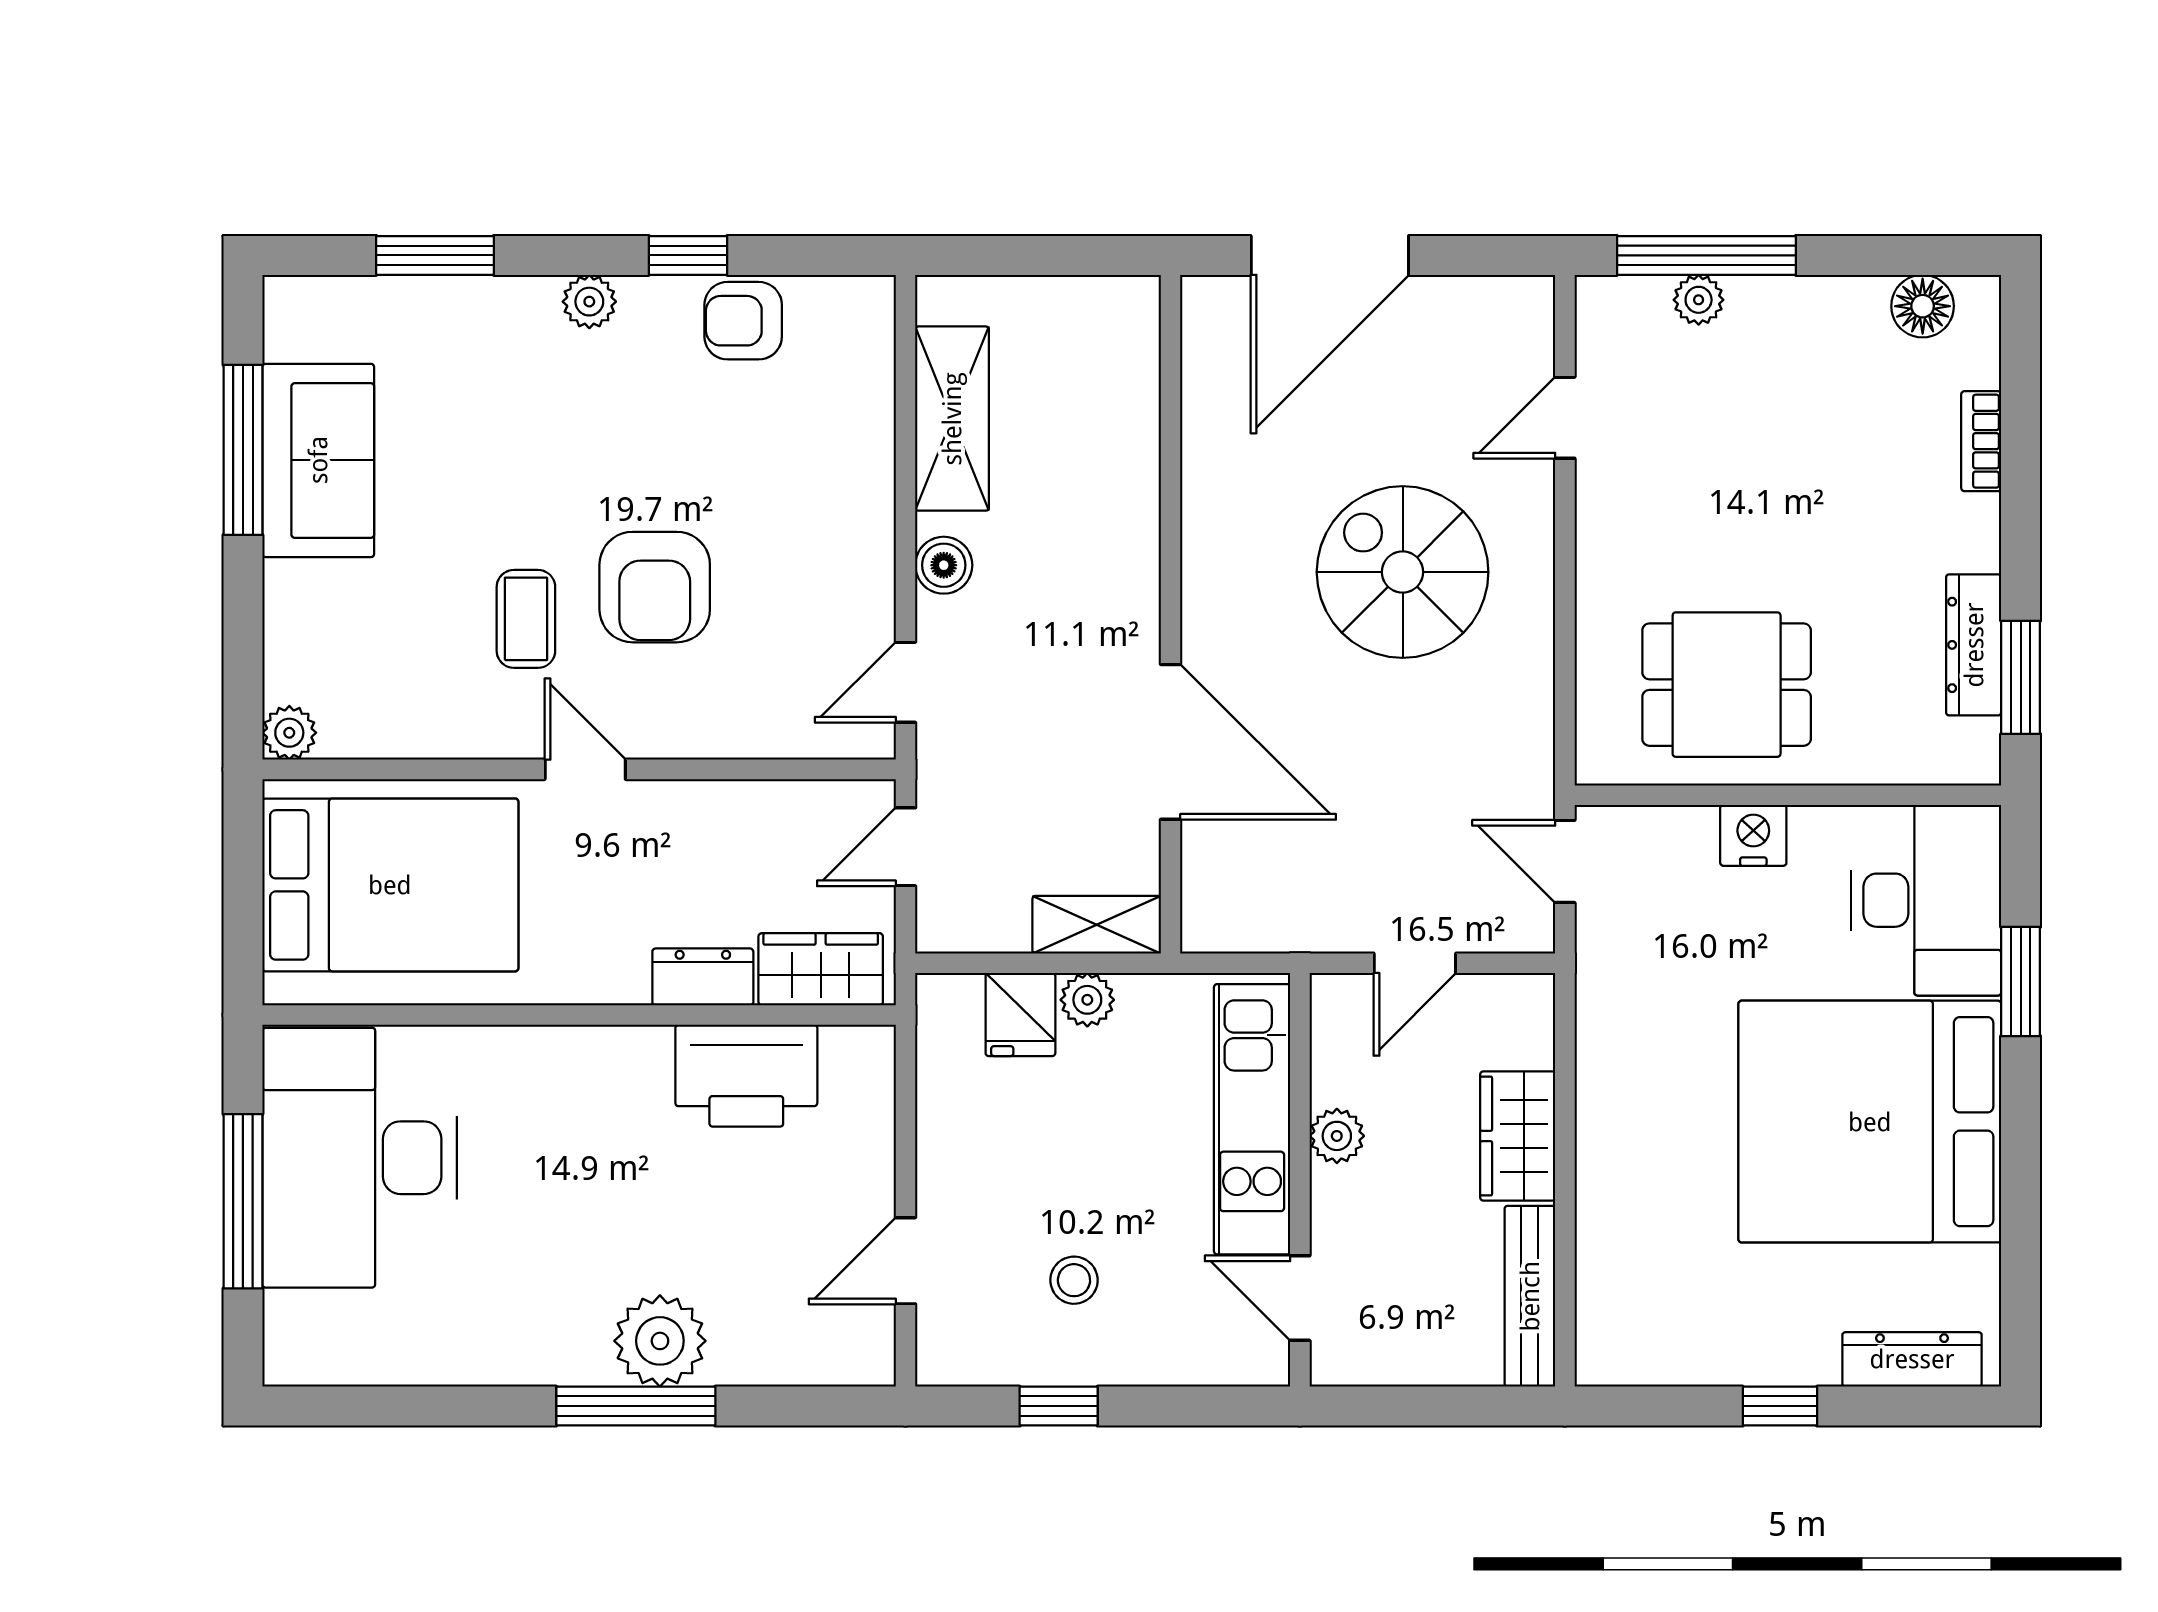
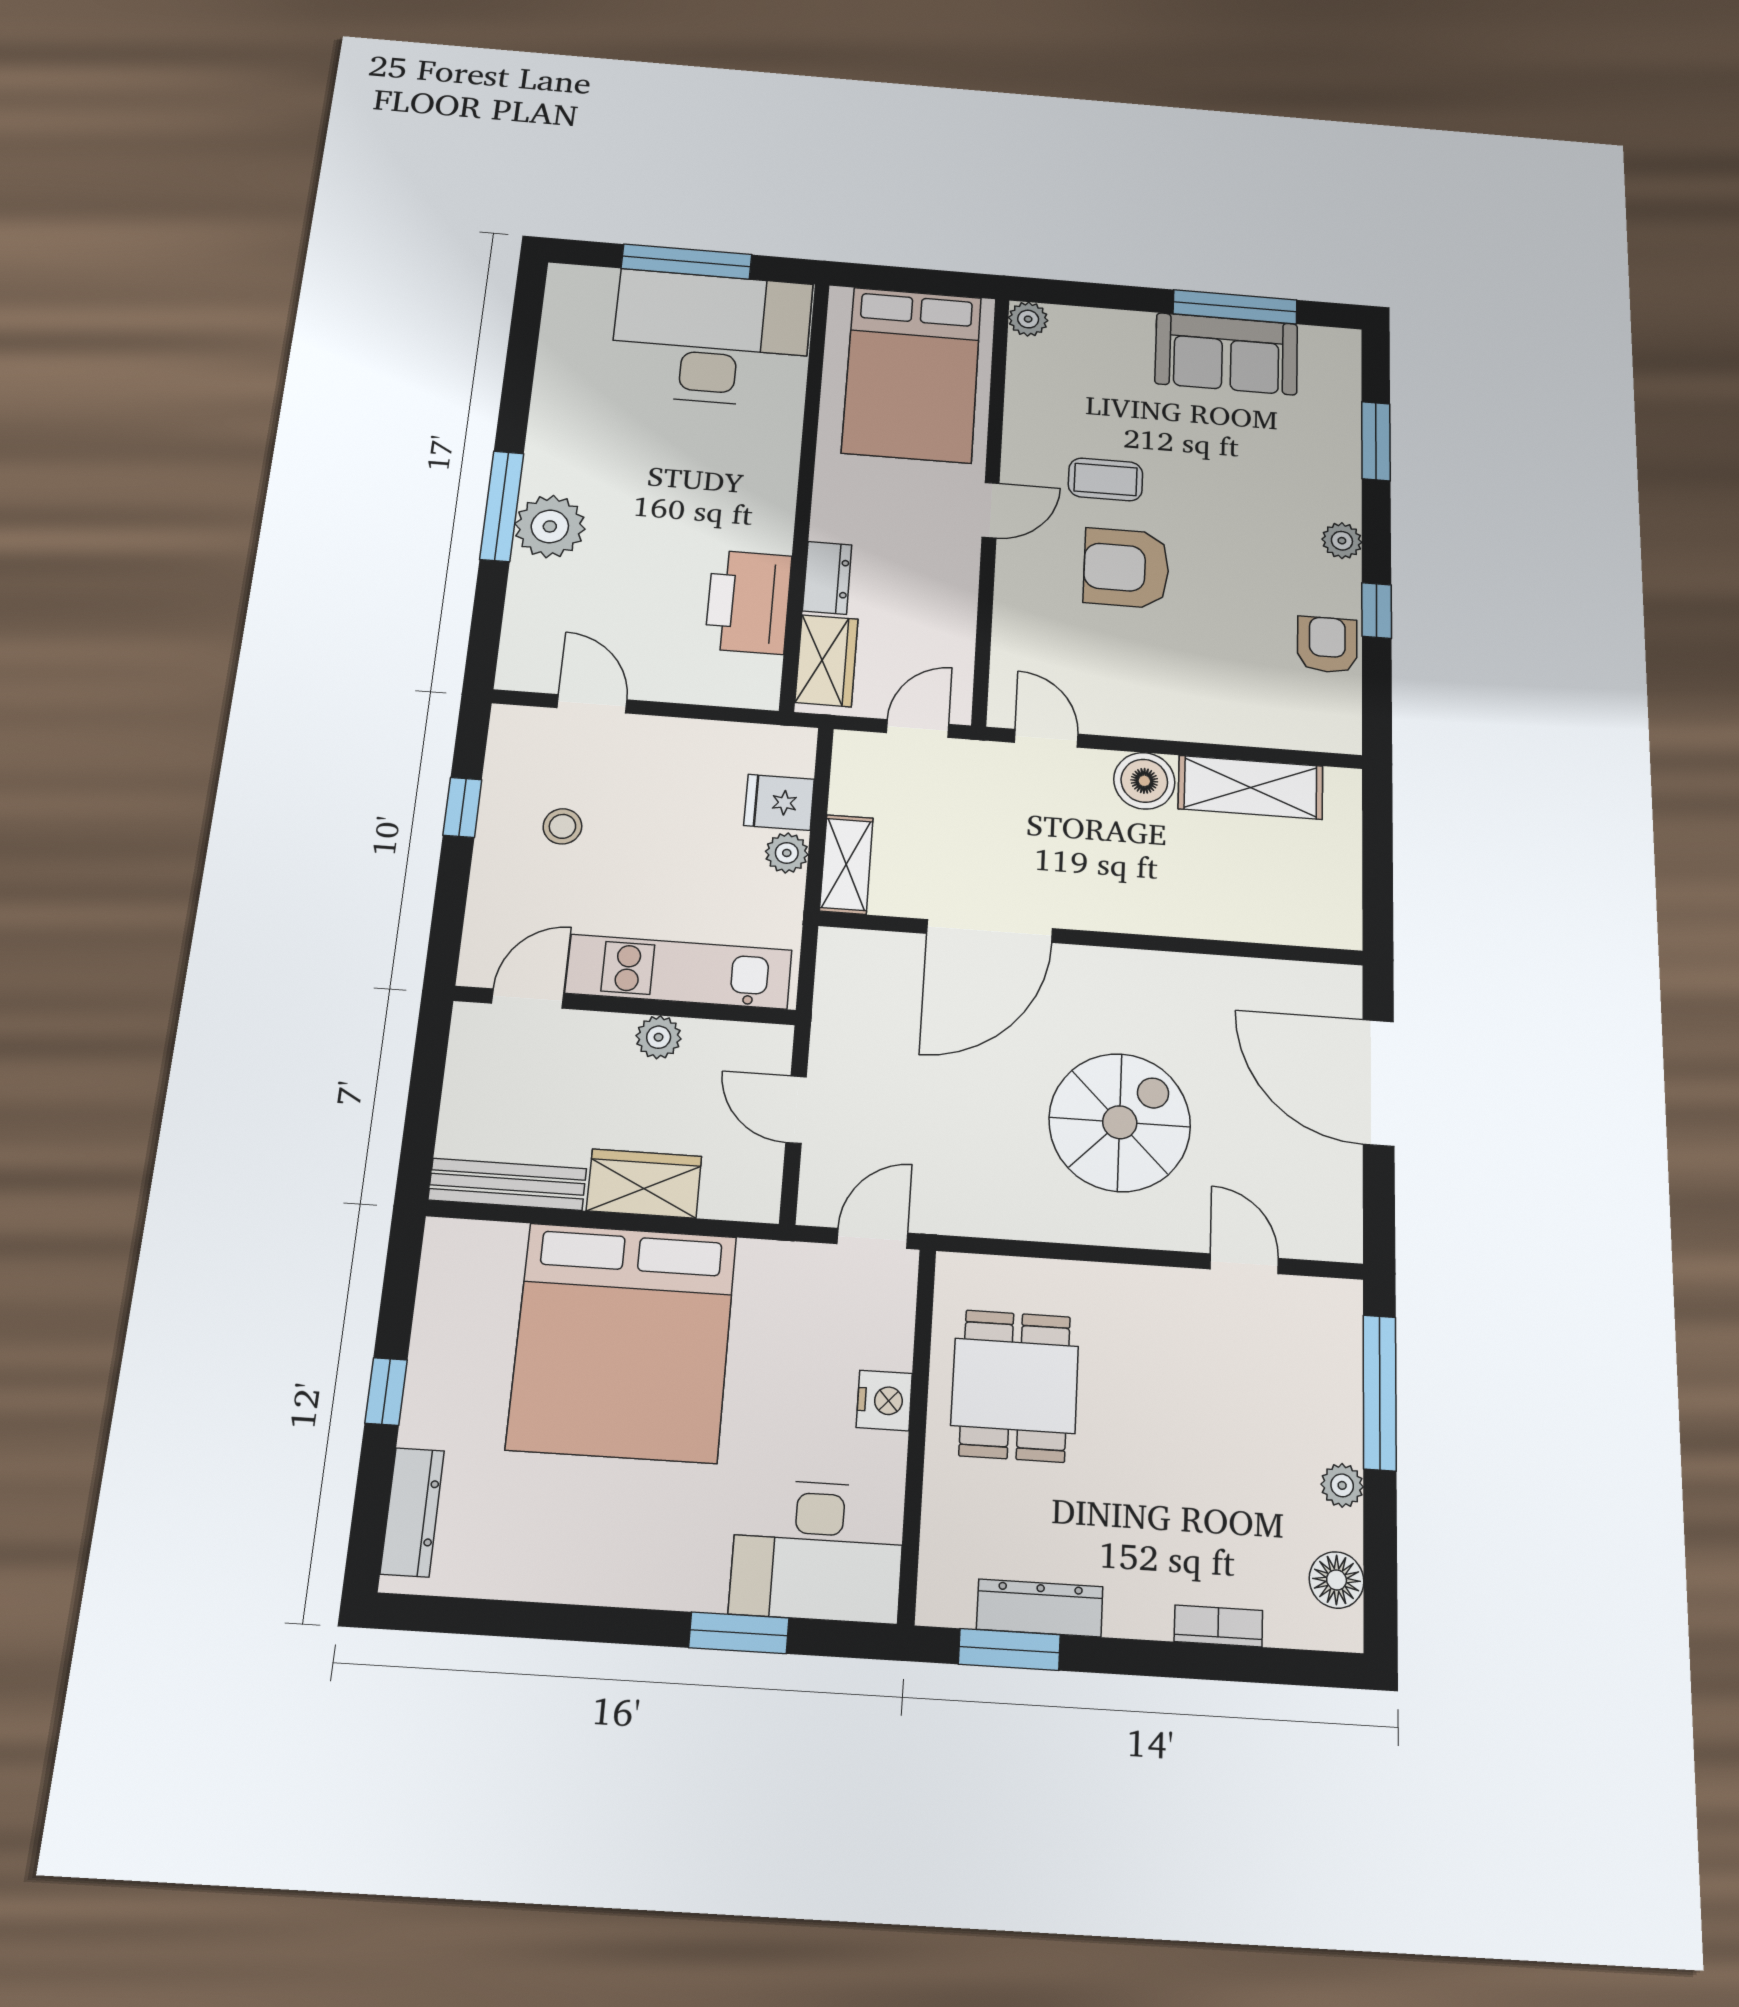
plant: (1699, 300) -> (1342, 1485), moved
boiler: (944, 565) -> (1144, 781), width x1.36, depth x1.36
door: (906, 847) -> (918, 728), hinge flipped
bed: (1870, 1122) -> (623, 1342), moved, turned 180

